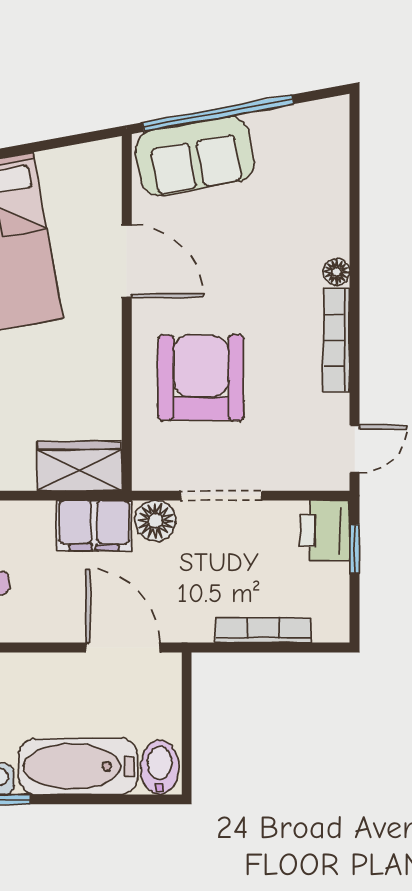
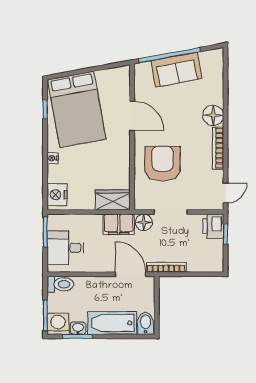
sofa: (195, 156) -> (176, 70), moved
floor lamp: (336, 272) -> (213, 115), width x1.89, depth x1.89
bookcase: (263, 630) -> (166, 267), moved

